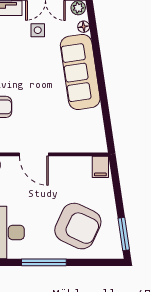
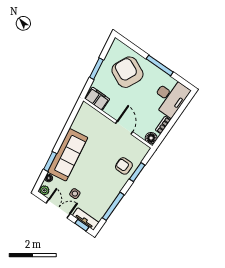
window: (96, 48) -> (50, 161), added
filing cabinet: (100, 167) -> (97, 99), width x2.00
window: (124, 234) -> (96, 69), moved

